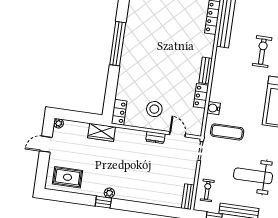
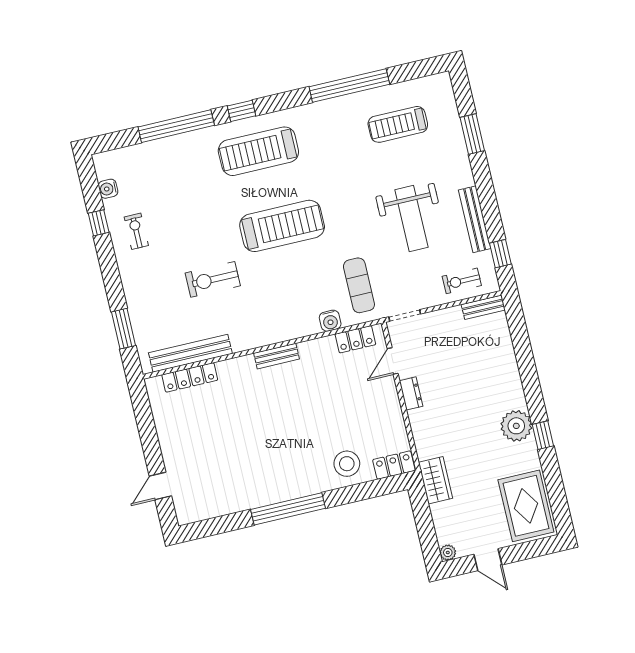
locker: (201, 96) -> (355, 339), moved
stool: (154, 109) -> (347, 464), moved
rug: (68, 177) -> (526, 506), width x1.36, depth x1.43
plant: (109, 193) -> (516, 426), width x1.88, depth x1.88

